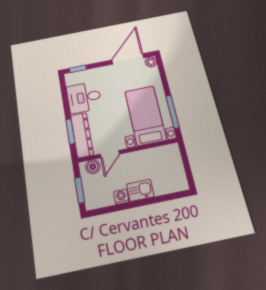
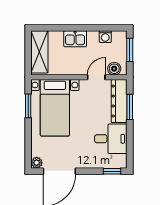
window: (173, 112) -> (28, 106), width x0.69
shelving: (175, 168) -> (39, 52), added
washing machine: (121, 197) -> (105, 37), moved

